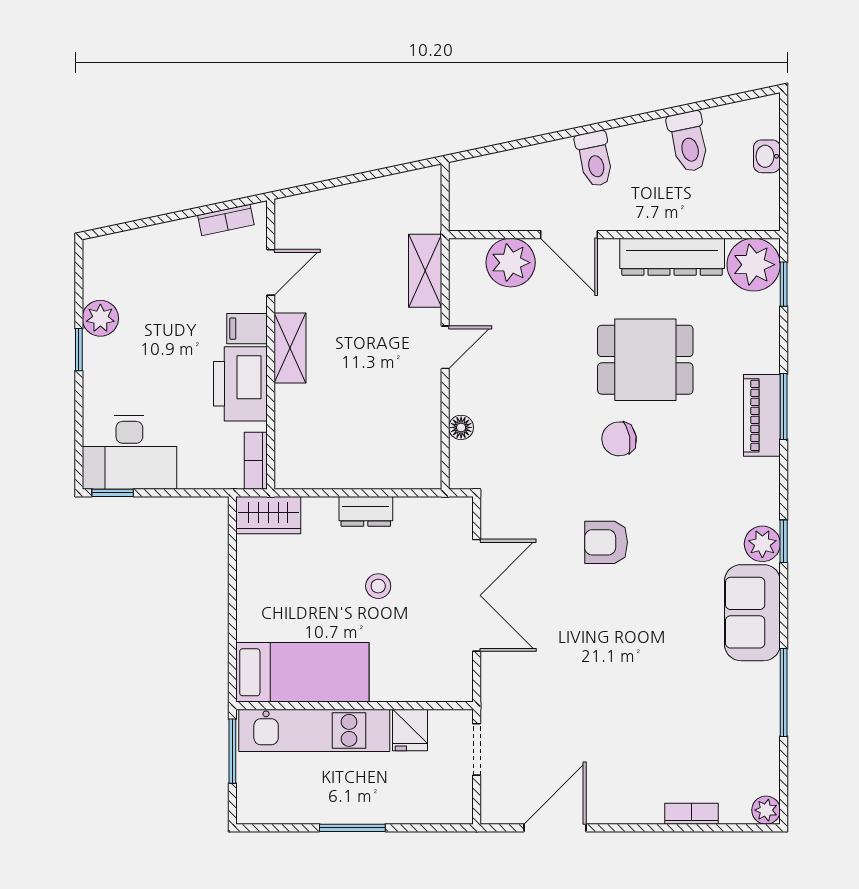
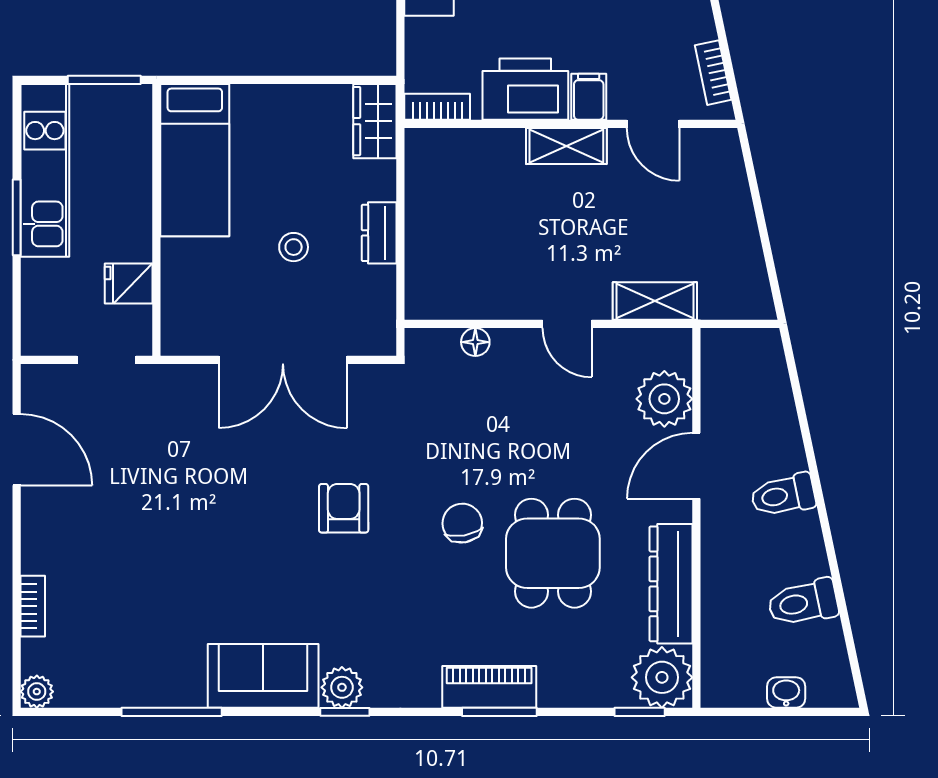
kitchen unit: (314, 730) -> (45, 170), moved, turned 180

